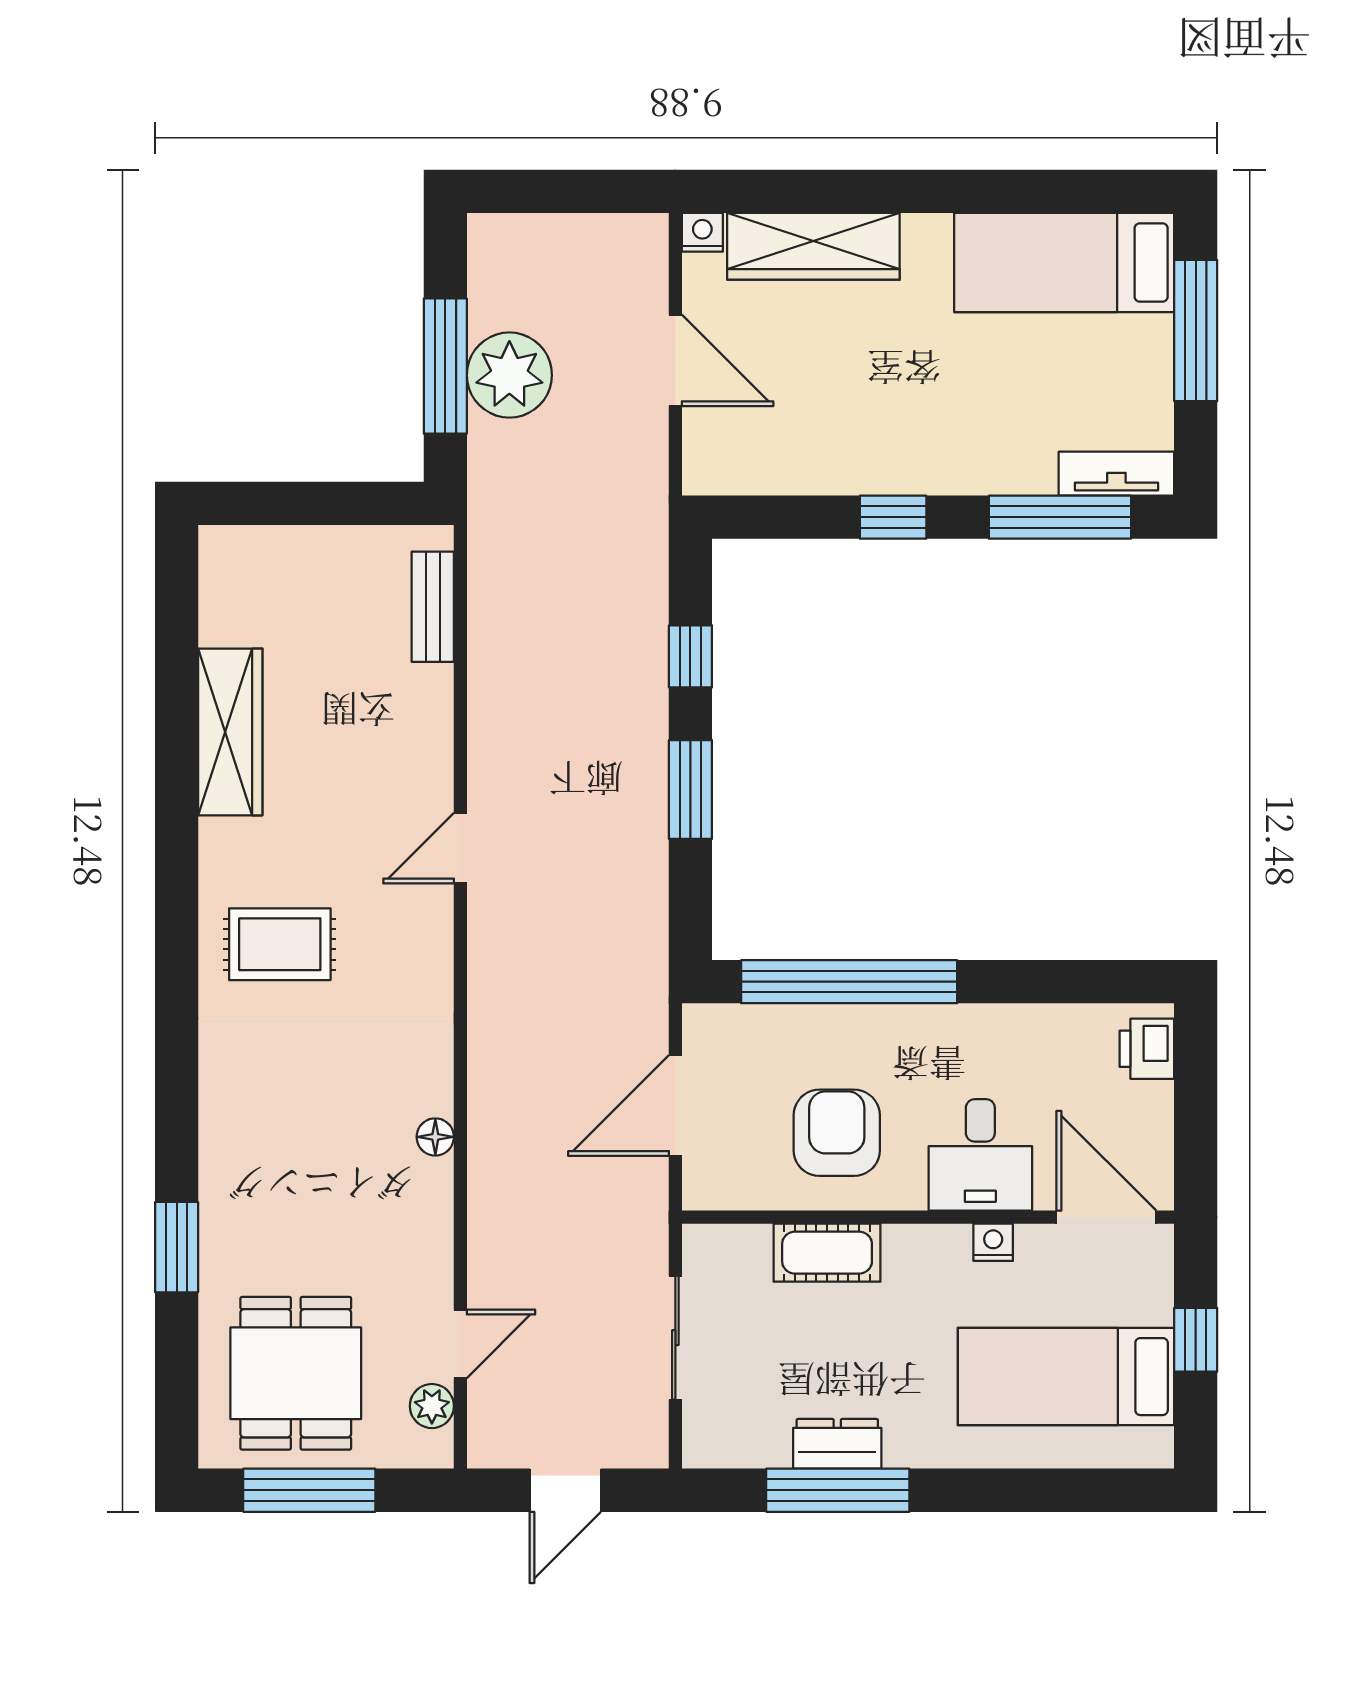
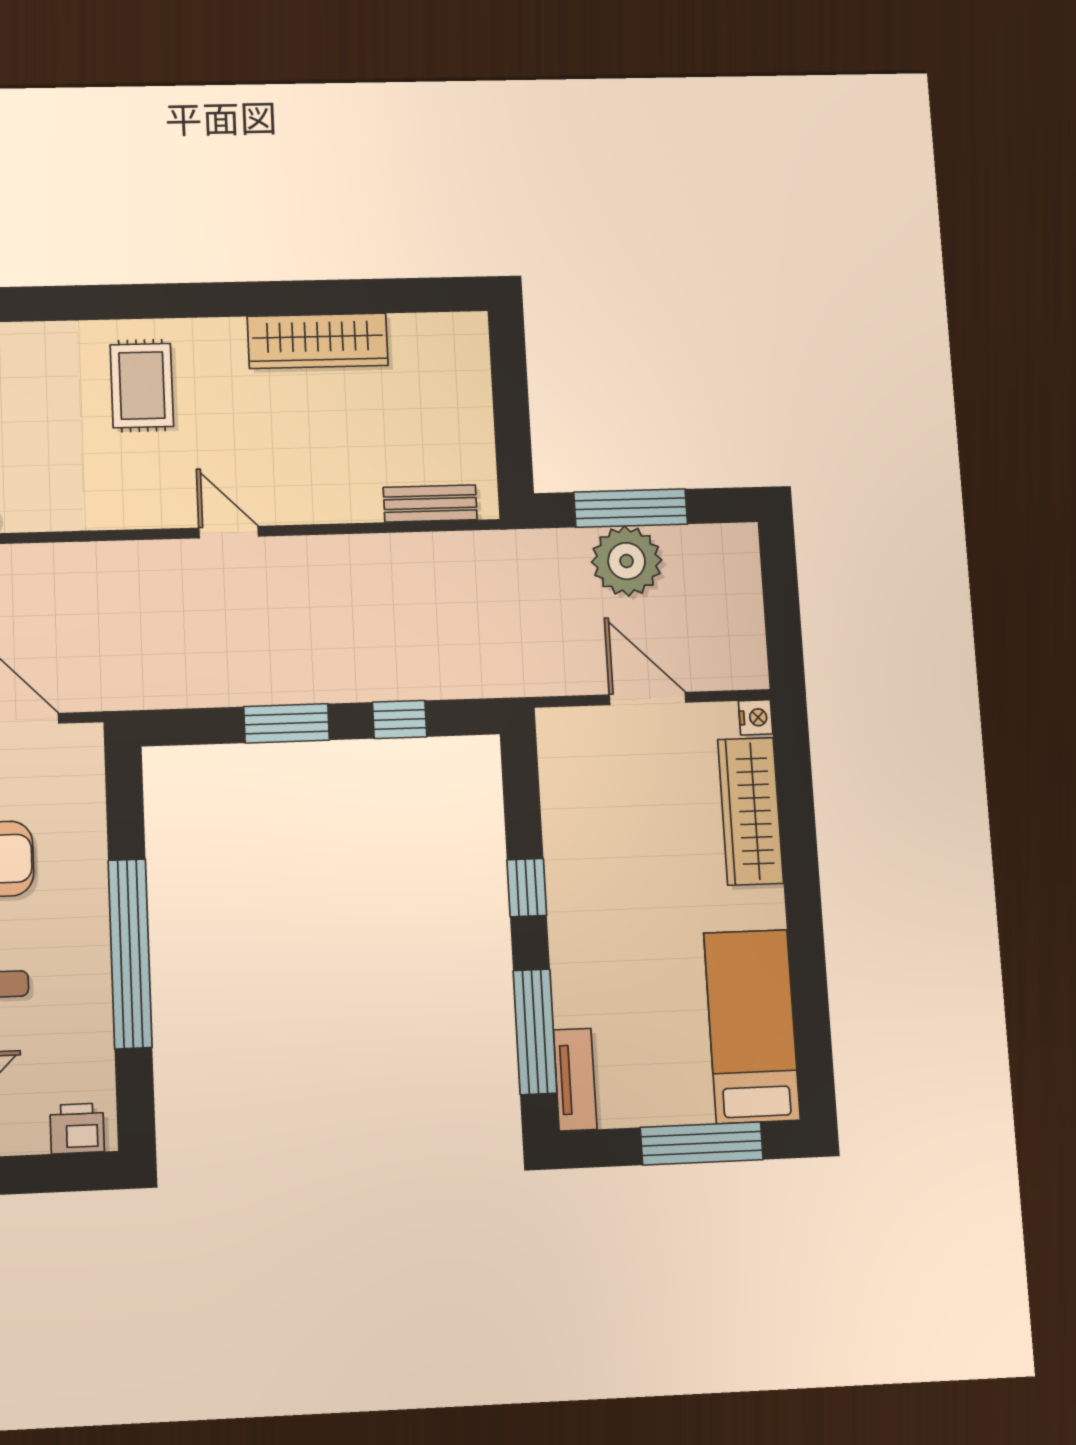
door: (675, 360) -> (648, 698), swing flipped
window: (849, 982) -> (130, 954), moved

